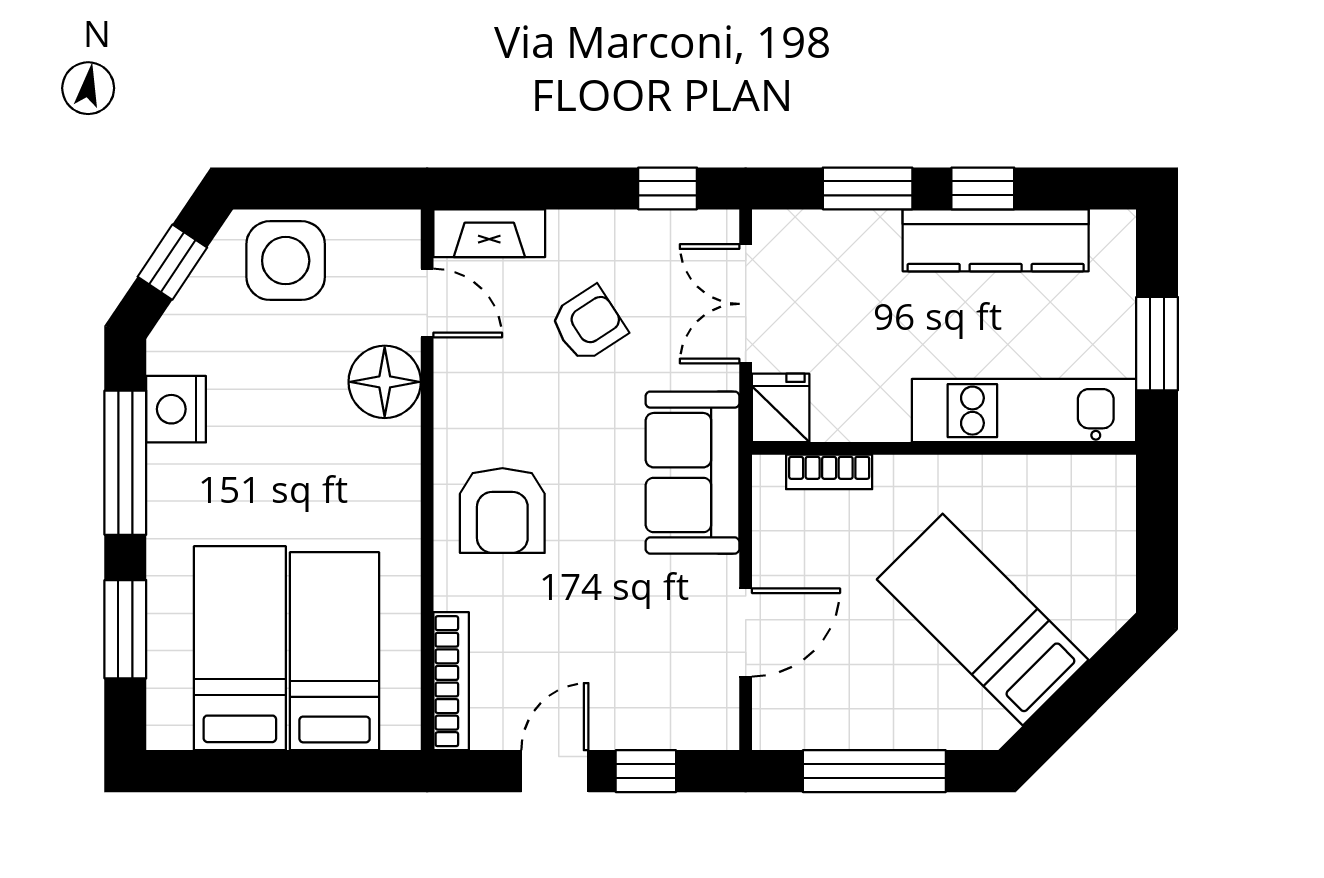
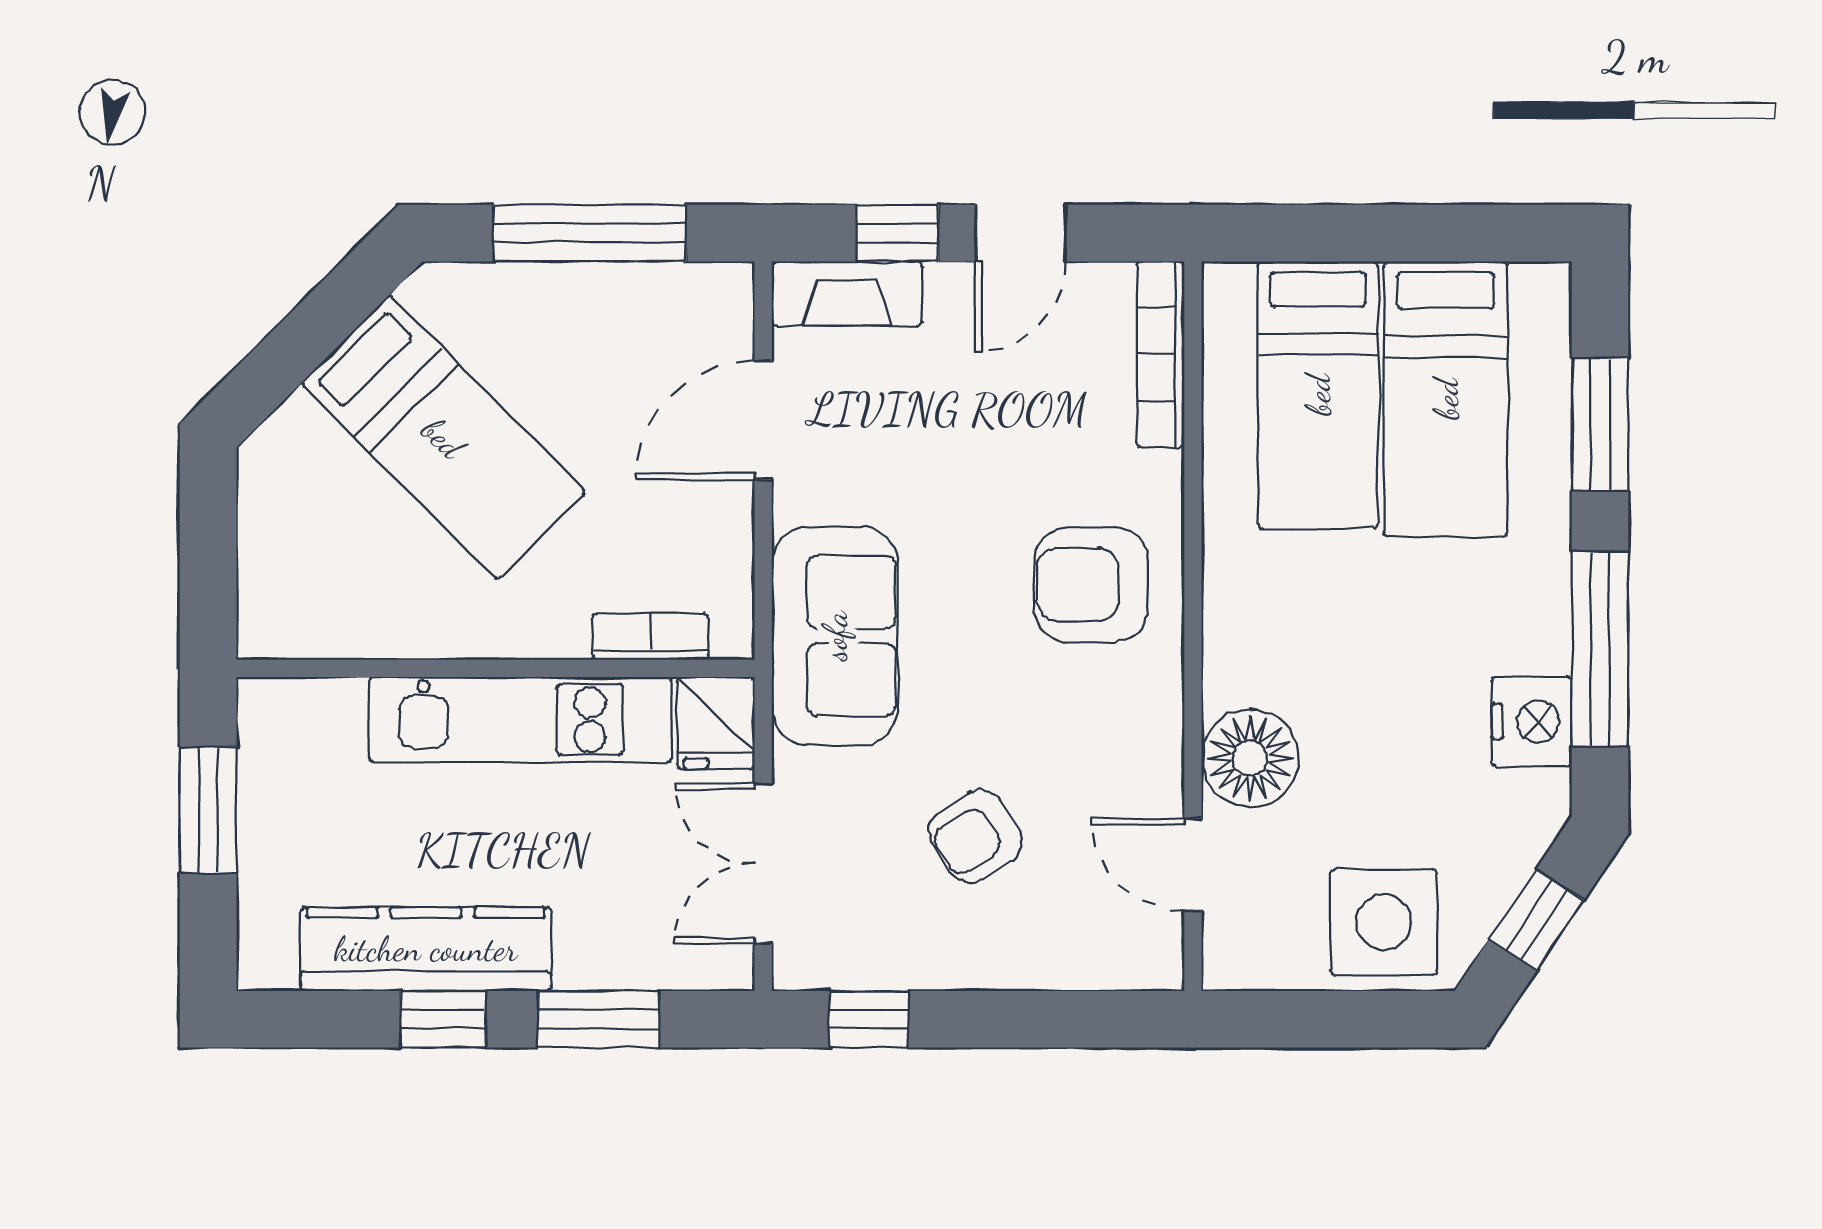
fireplace: (489, 233) -> (847, 293), moved, turned 180
double door: (746, 304) -> (763, 864), swing flipped
kitchen unit: (1024, 411) -> (520, 720), moved
armchair: (502, 511) -> (1091, 585), turned -90

